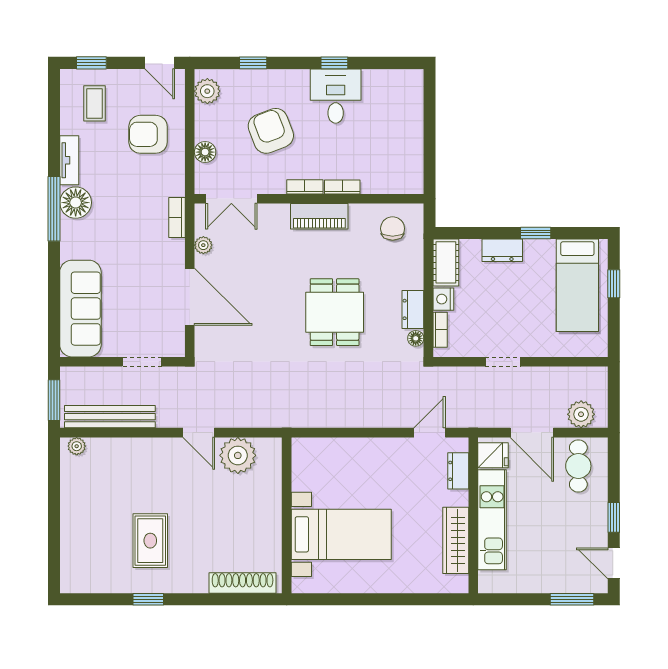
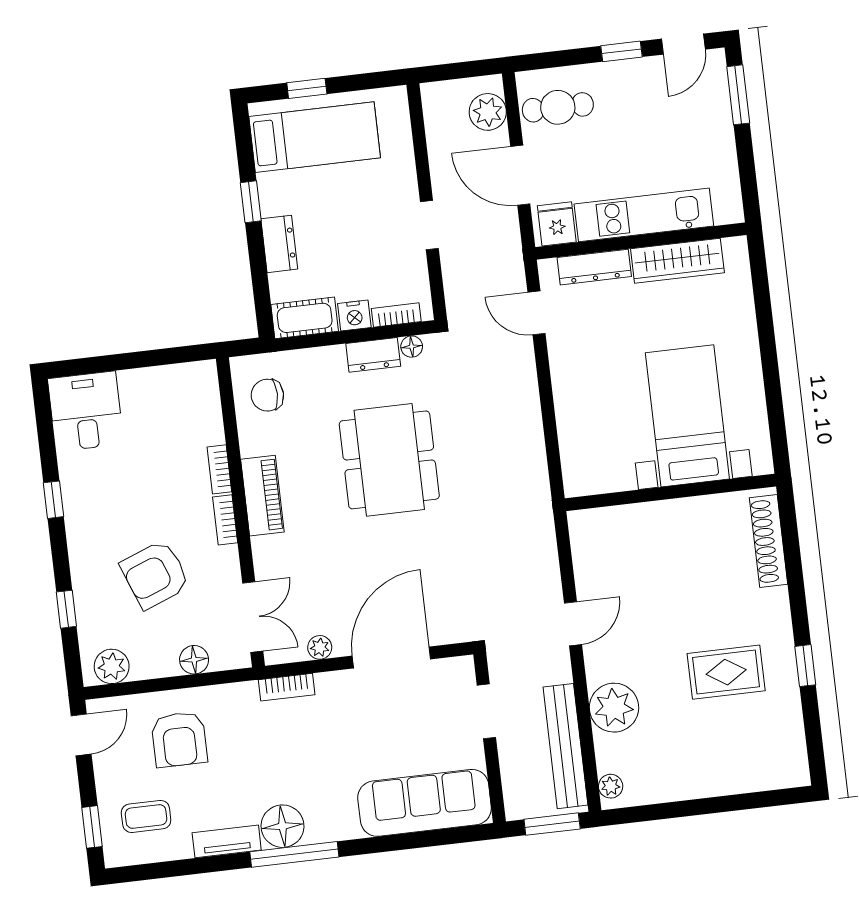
desk: (336, 96) -> (86, 411), moved, turned 90
dining table: (335, 312) -> (389, 460), width x1.38
door: (532, 433) -> (520, 175), swing flipped
plant: (238, 455) -> (614, 708), moved
dresser: (458, 471) -> (594, 267), width x1.44

